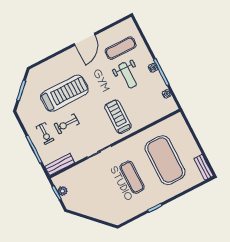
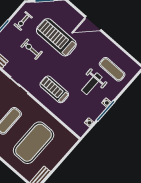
door: (85, 39) -> (93, 23), moved
treadmill: (64, 93) -> (56, 37), turned 180
treadmill: (118, 117) -> (54, 89), turned -90
exercise bike: (45, 133) -> (23, 21), moved

